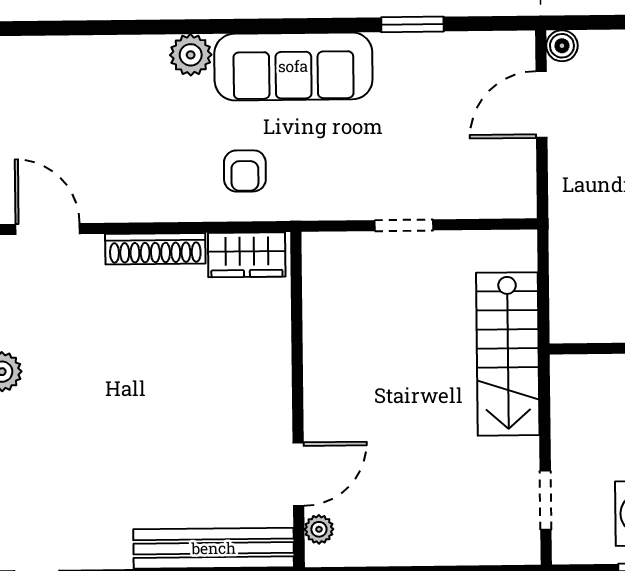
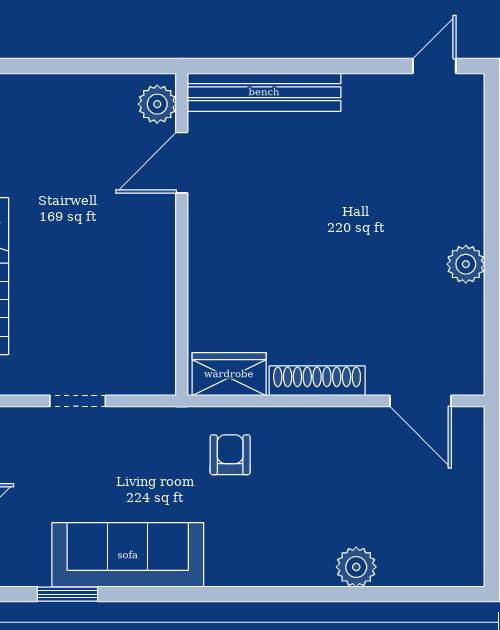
plant: (191, 55) -> (356, 567), moved
sofa: (293, 66) -> (128, 555), moved
plant: (319, 529) -> (157, 104), width x1.38, depth x1.38

